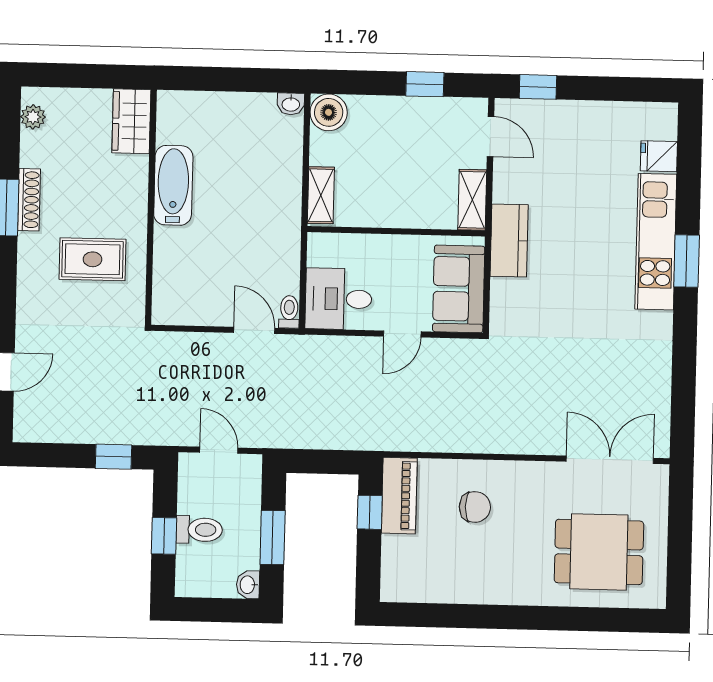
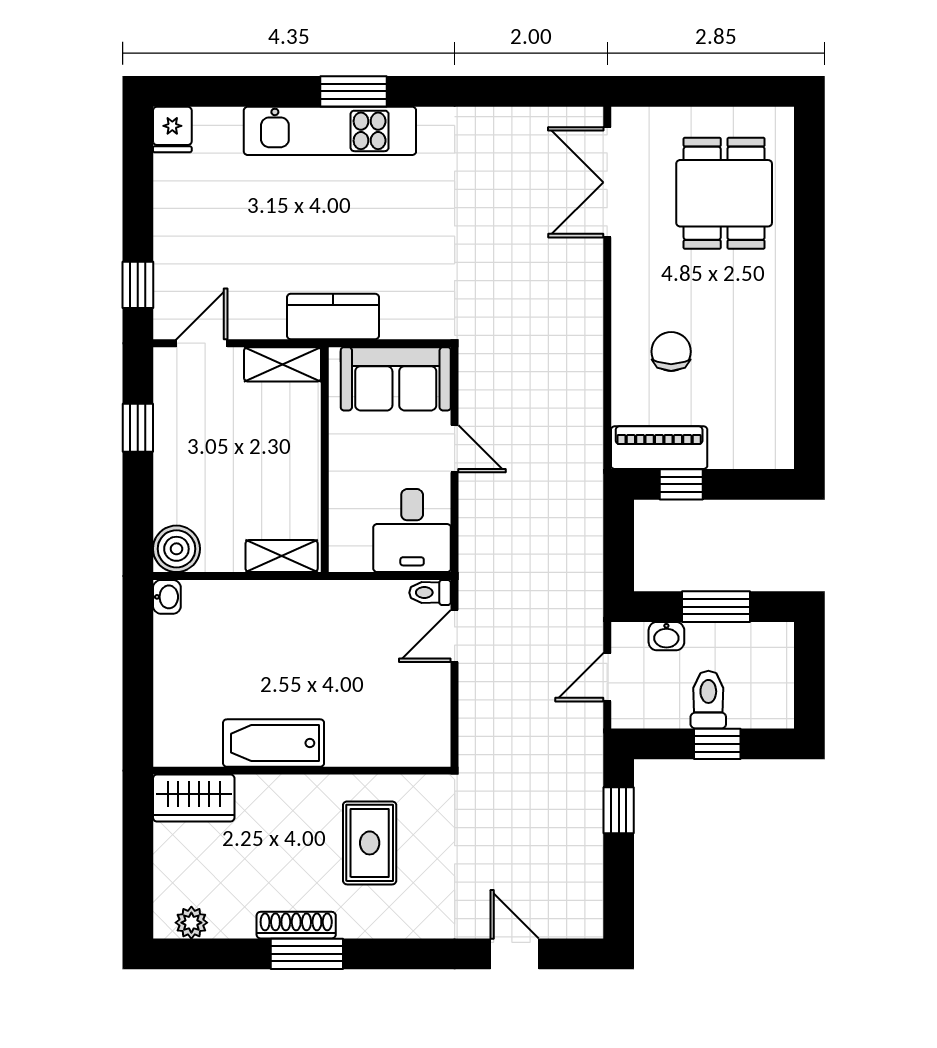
fridge: (659, 156) -> (172, 130), moved
washbasin: (248, 585) -> (666, 636), moved

